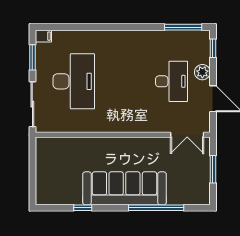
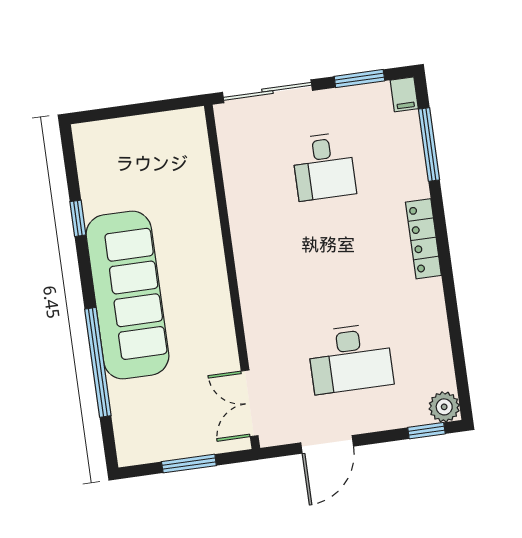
window: (183, 27) -> (429, 144), moved
locker: (117, 36) -> (423, 239), added
plant: (202, 72) -> (444, 407), moved
desk: (74, 81) -> (324, 166), width x0.53, depth x0.77

